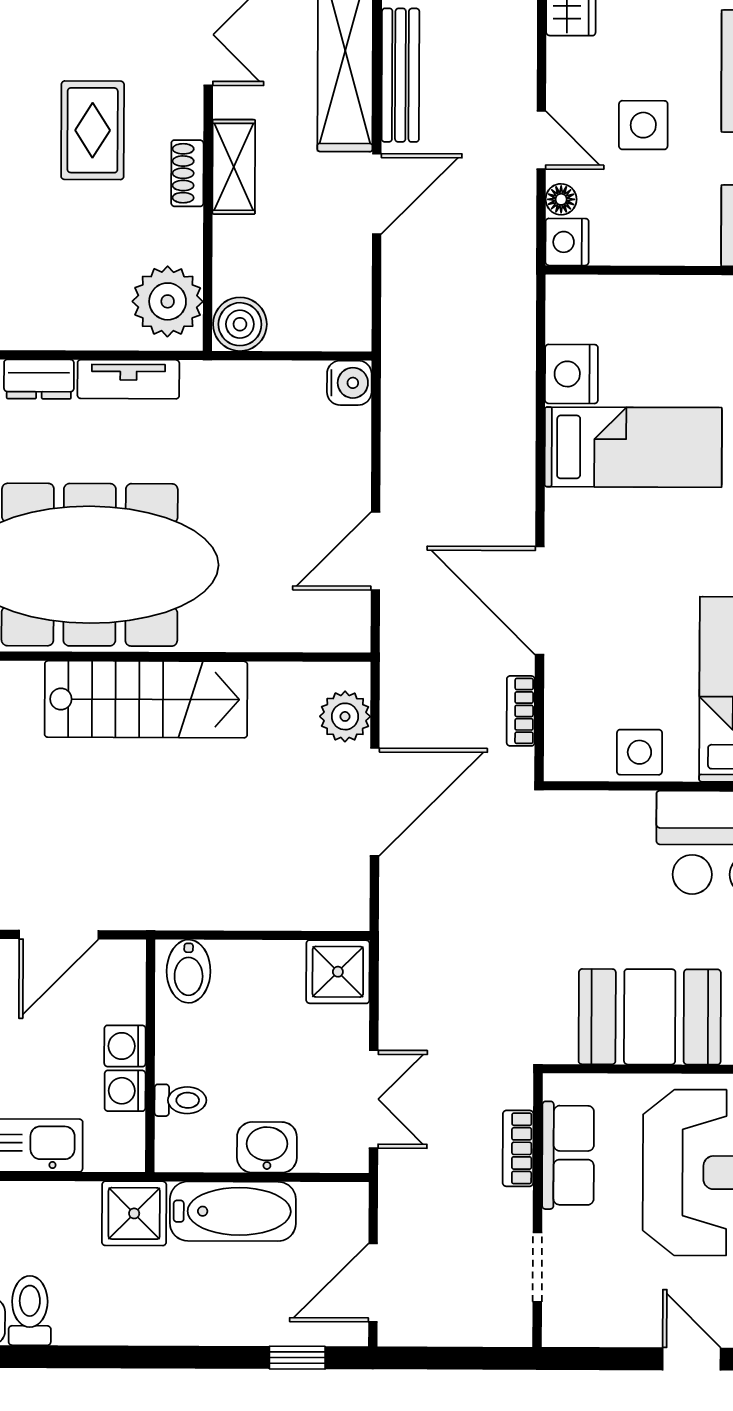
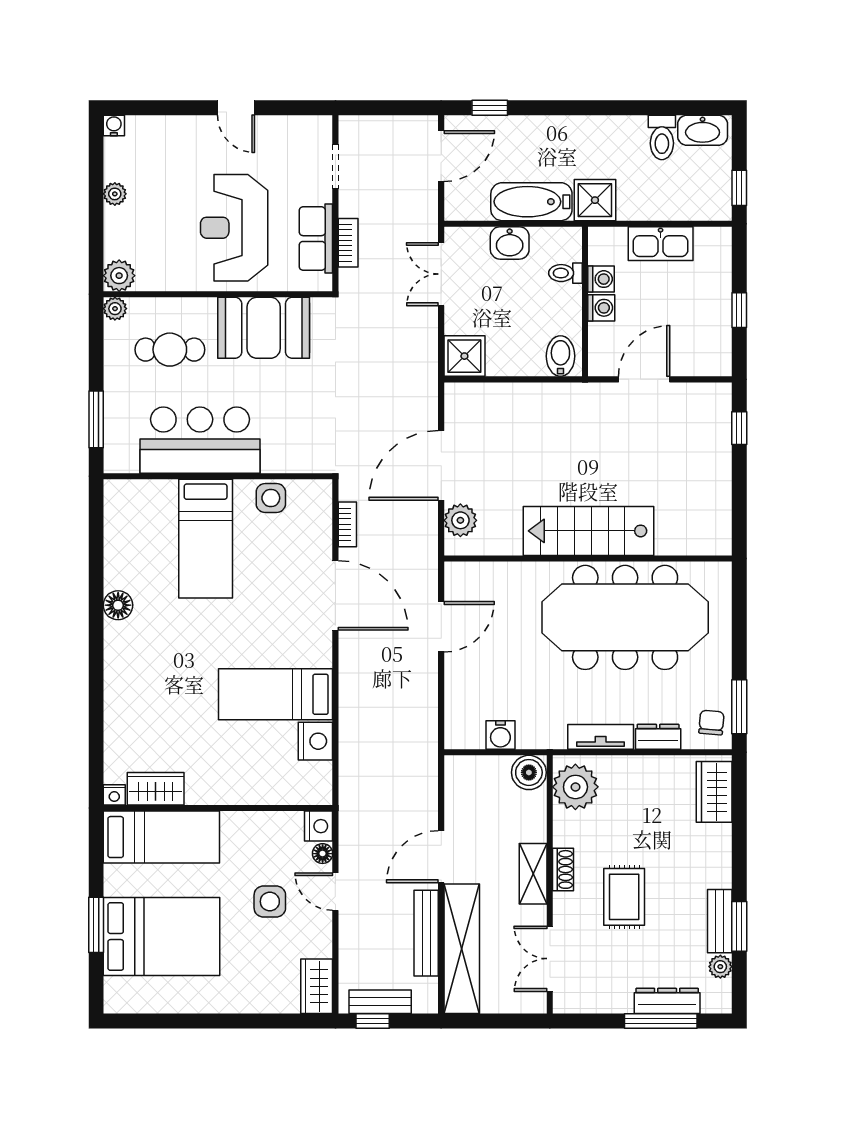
water cooler: (349, 383) -> (500, 735), moved, turned -90

